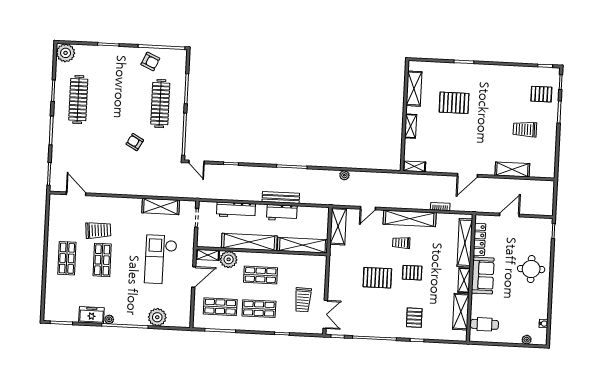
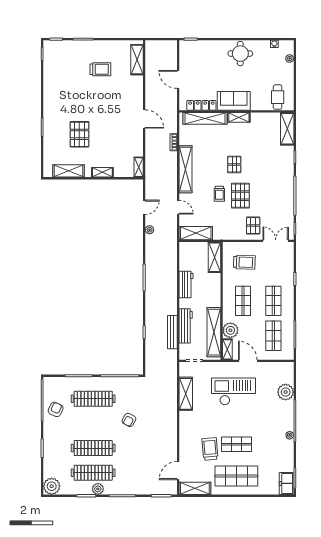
pallet: (541, 94) -> (68, 56), removed
clothes rail: (106, 101) -> (93, 448), added
plant: (60, 104) -> (98, 489), added
trolley: (525, 129) -> (100, 69), turned -90
door: (196, 162) -> (144, 207), moved
shelving: (512, 169) -> (137, 60), moved
bench: (281, 197) -> (172, 332), moved
shelving: (55, 211) -> (195, 488), added
shelving: (249, 242) -> (214, 332), moved
trolley: (401, 243) -> (219, 194), moved
shelving: (302, 245) -> (214, 257), width x0.68
shop shelf: (67, 258) -> (236, 476), width x1.43, depth x1.36
checkout: (161, 260) -> (234, 391), turned 180
round table: (531, 269) -> (240, 54), moved
trolley: (303, 300) -> (244, 262), moved
shelving: (461, 312) -> (287, 129), moved, turned 90
freezer: (91, 315) -> (287, 483), moved
pallet: (414, 318) -> (253, 226), moved, turned 90

